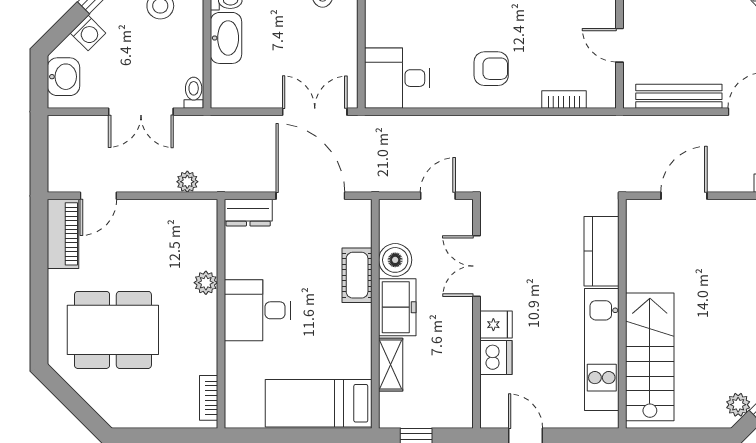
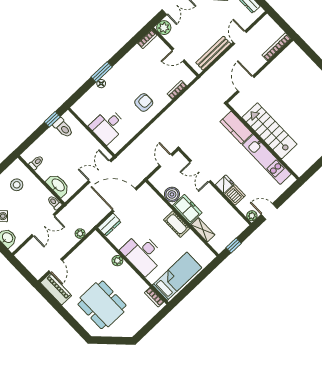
washbasin: (226, 38) -> (58, 185), moved
desk: (397, 78) -> (108, 126), moved
cot: (357, 275) -> (177, 224), moved
desk: (257, 310) -> (143, 254), width x1.37
dining table: (113, 330) -> (102, 305), turned 90
stairs: (650, 357) -> (269, 131), moved
bed: (319, 403) -> (177, 276), moved, turned 180
plant: (491, 417) -> (252, 216), added

